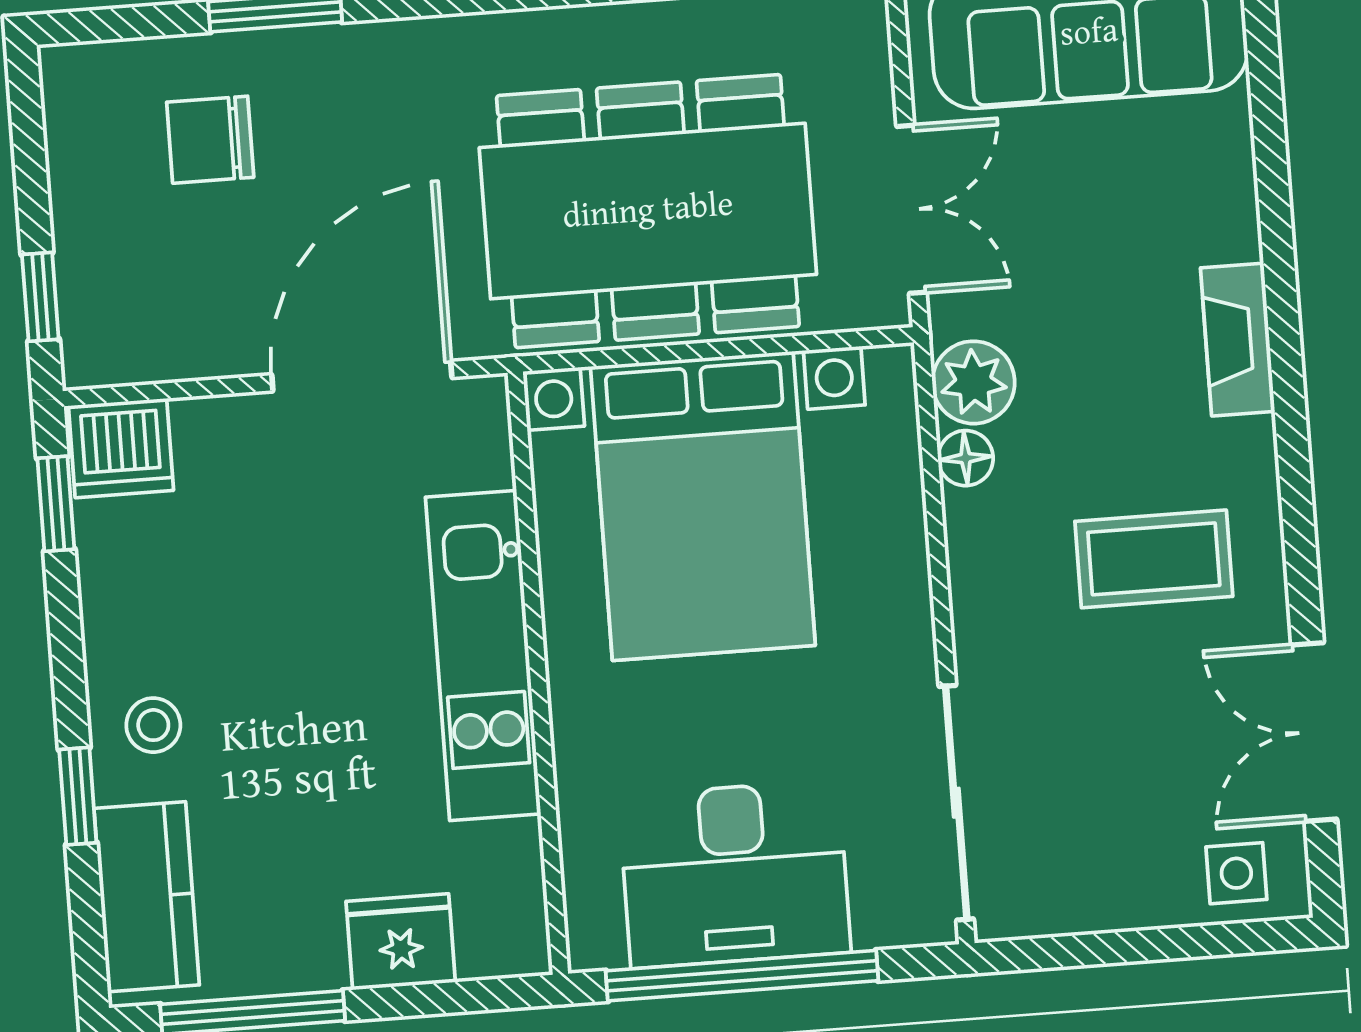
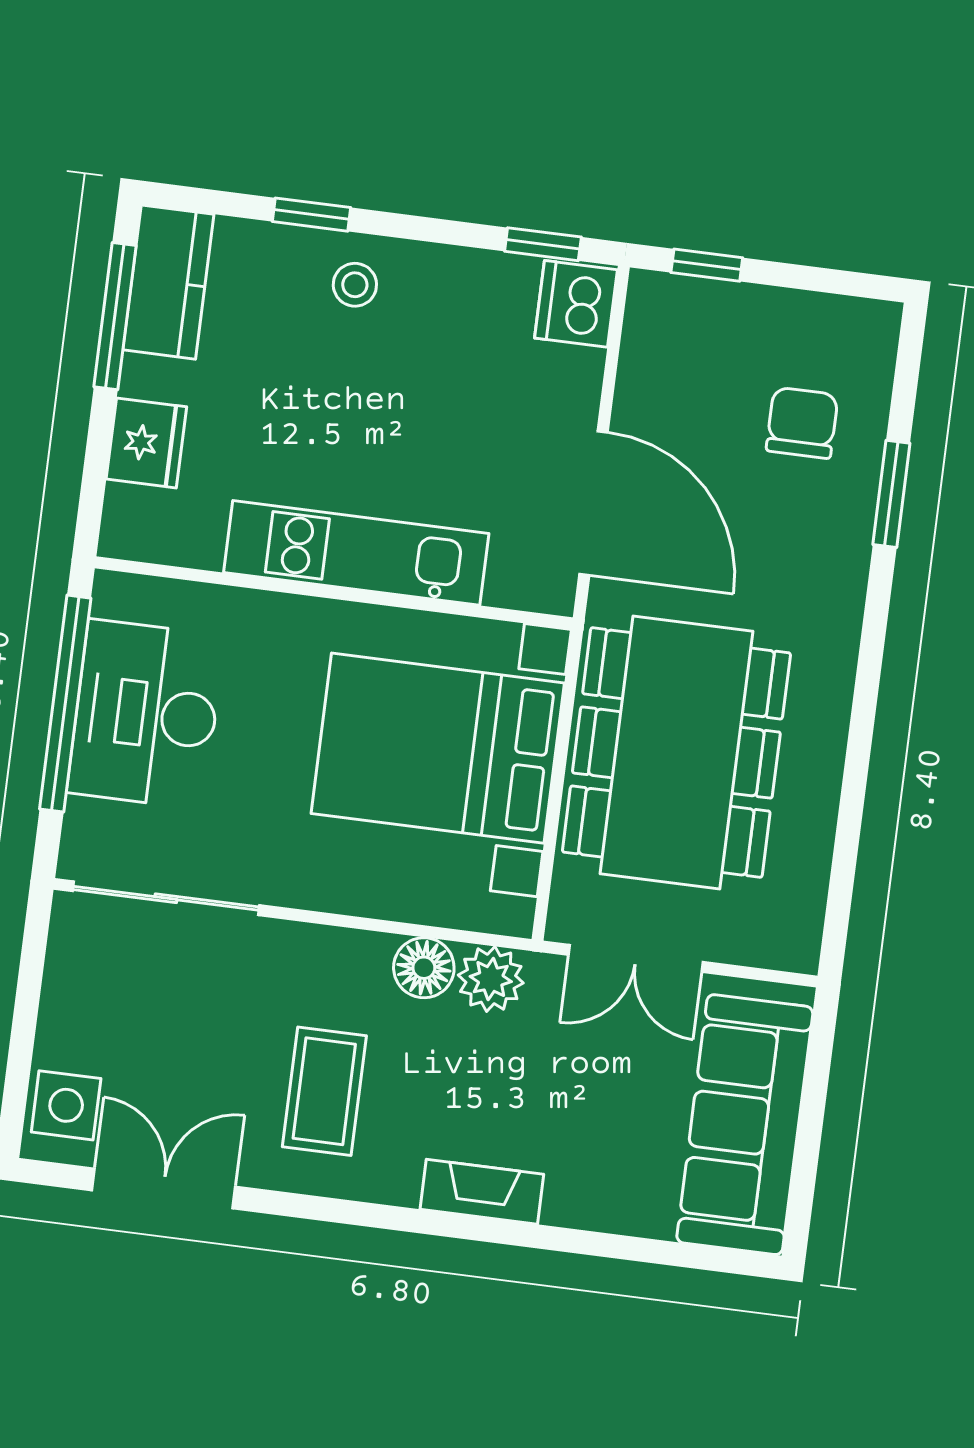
floor lamp: (966, 458) -> (424, 968), width x1.37, depth x1.37
side table: (1236, 873) -> (66, 1105), width x1.37, depth x1.37
kitchen counter: (147, 897) -> (168, 282), moved, turned -90

